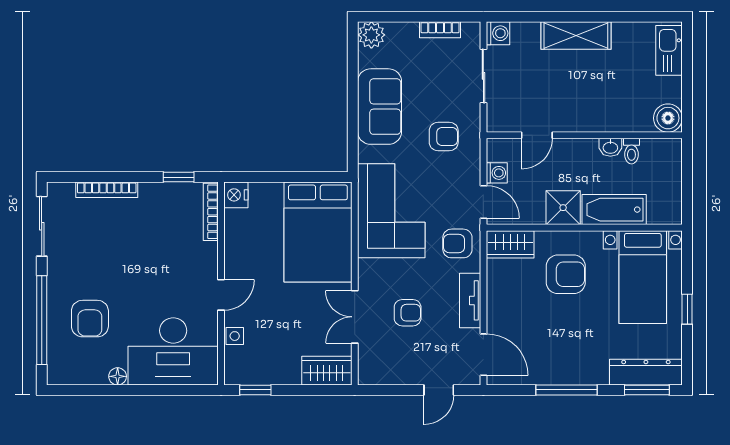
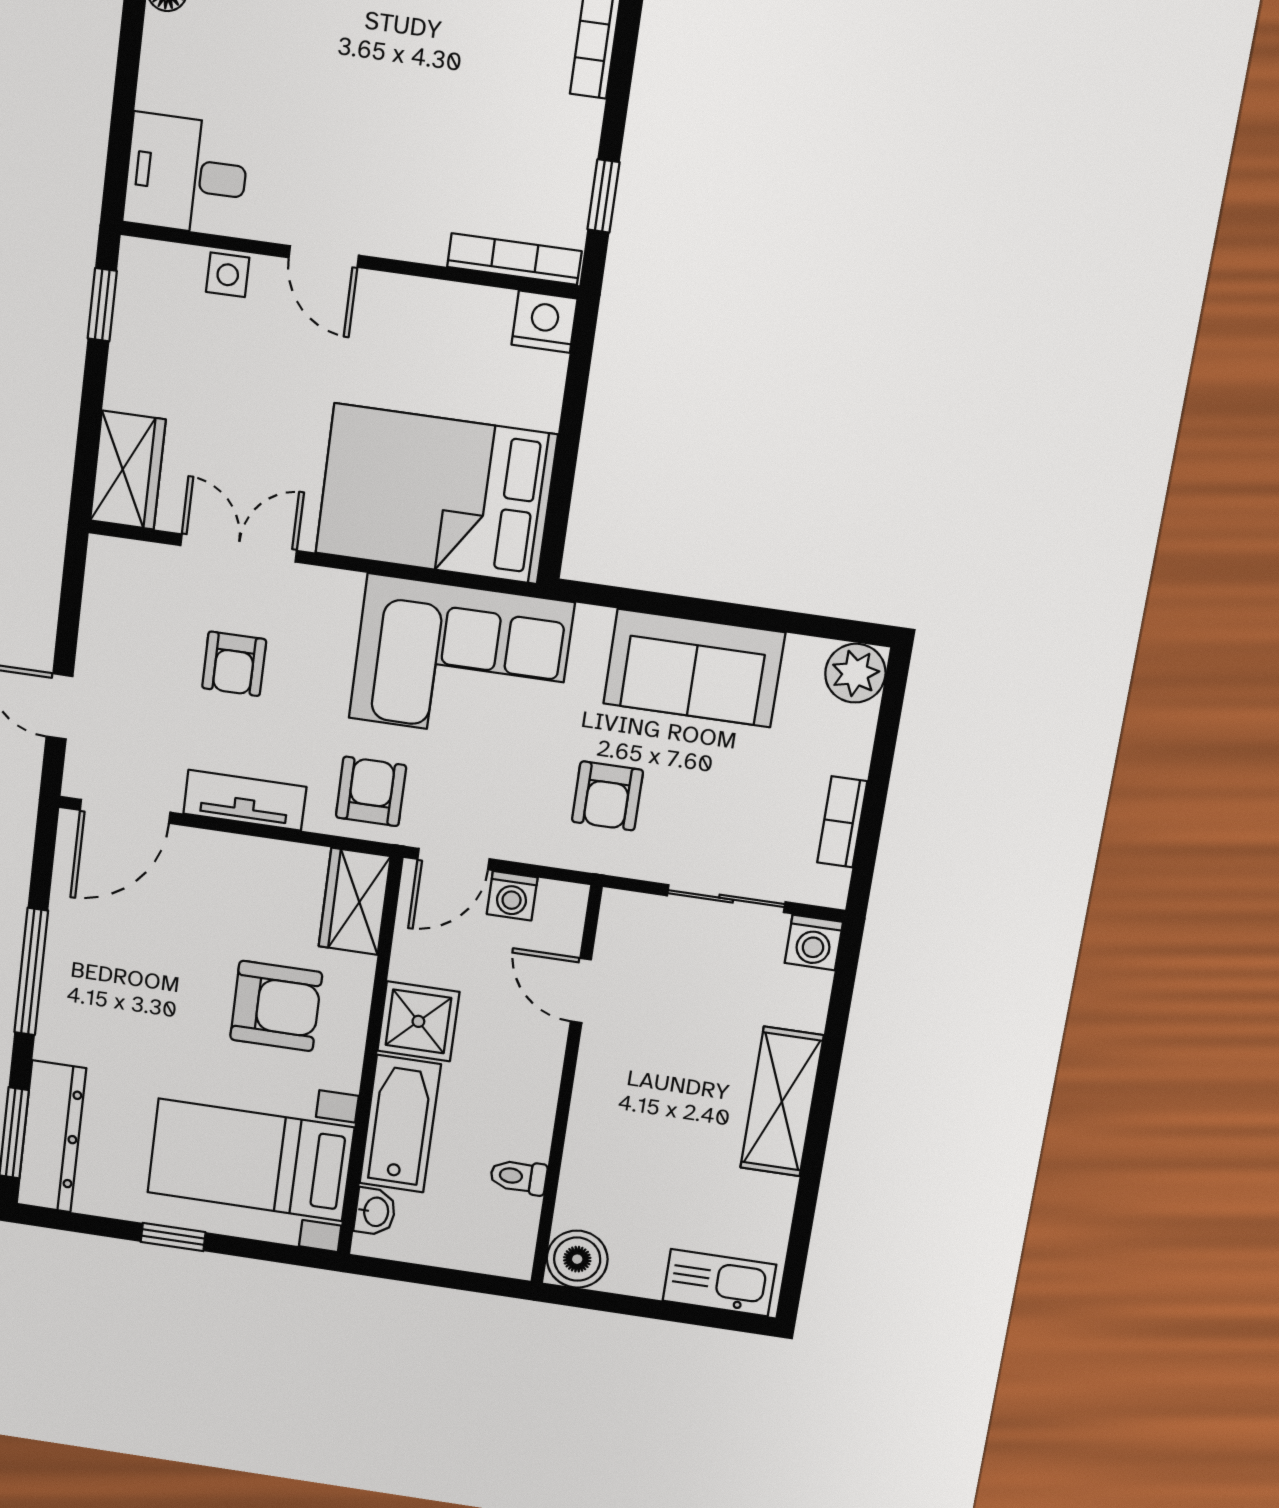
washbasin: (610, 147) -> (375, 1212), moved, turned 180
armchair: (566, 274) -> (276, 1006), turned -90
desk: (173, 351) -> (186, 175), width x0.53, depth x0.77

